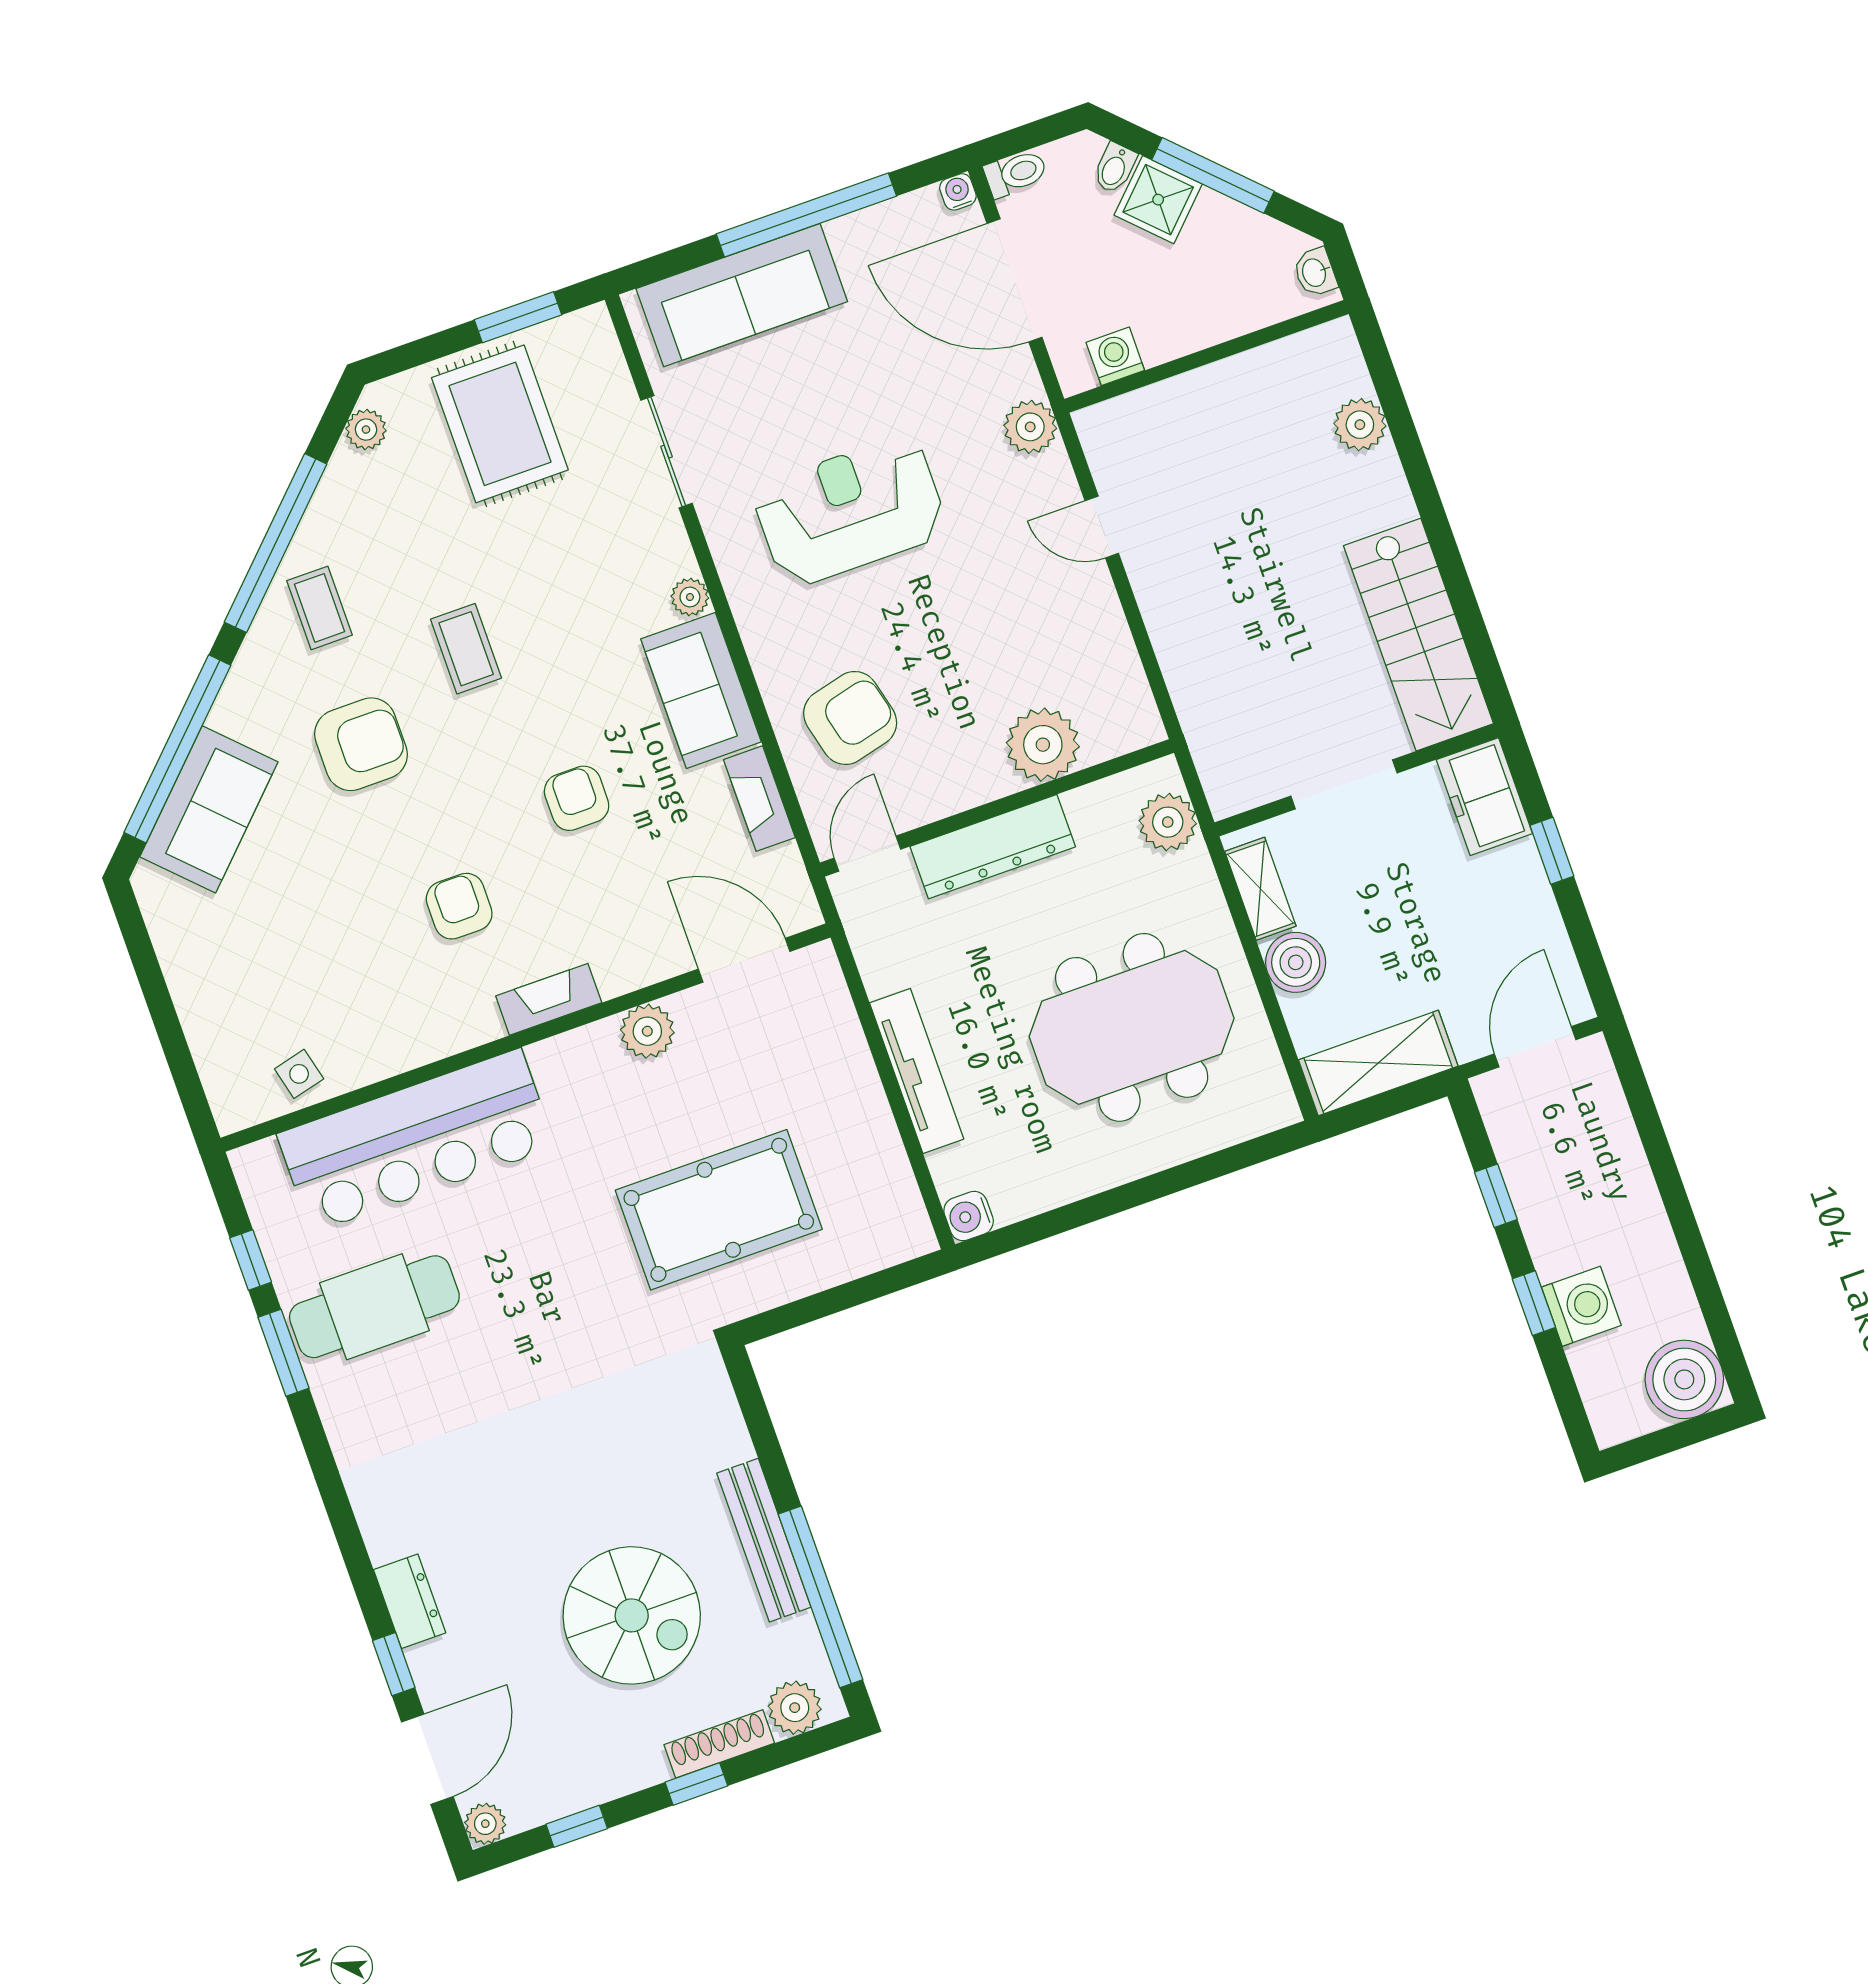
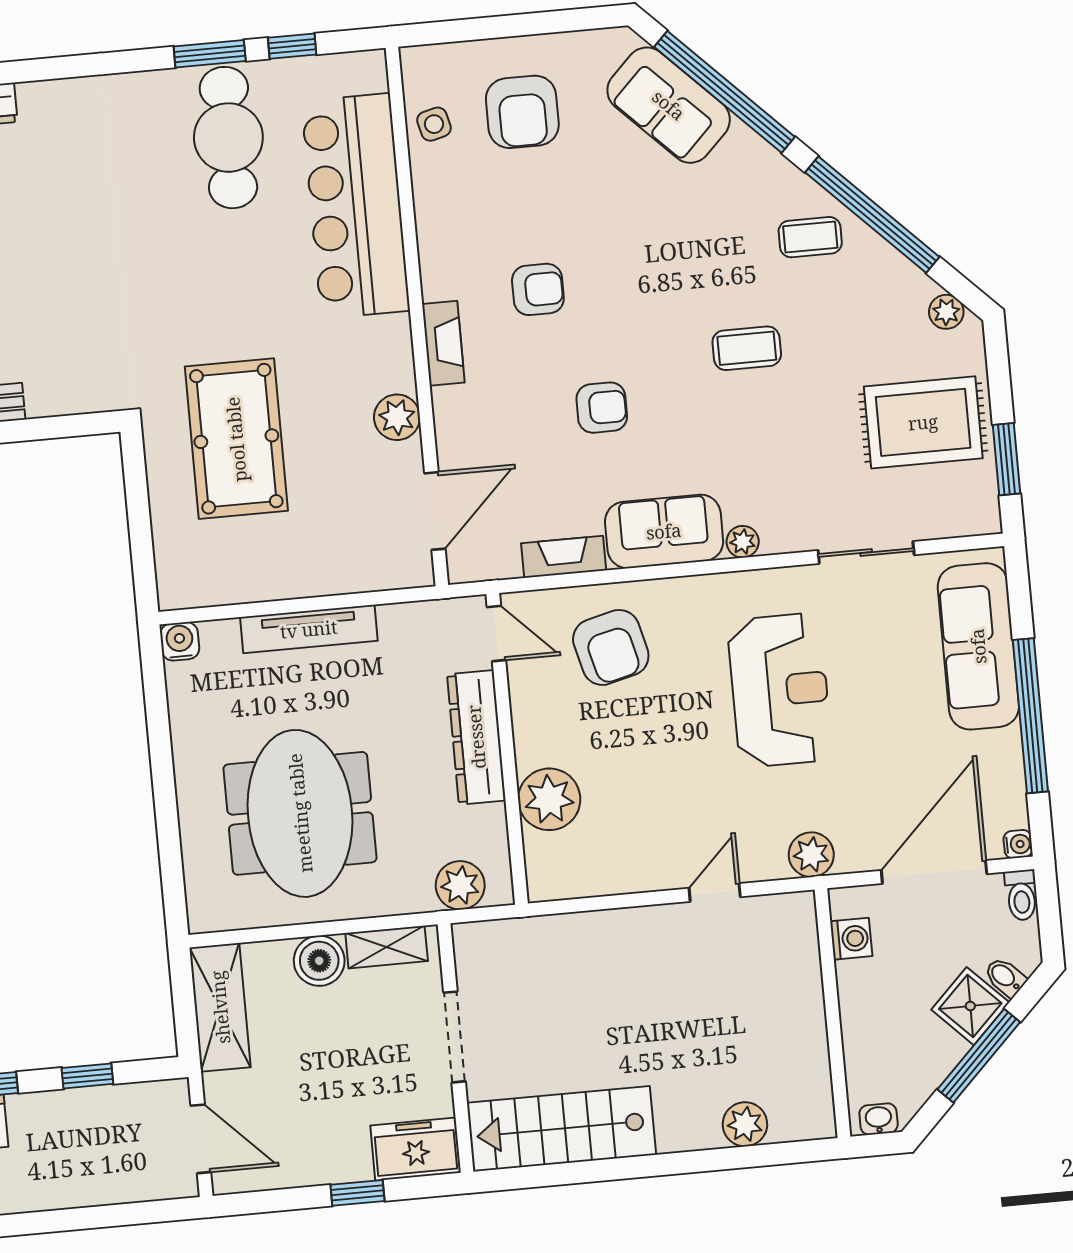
armchair: (361, 744) -> (522, 112), moved

